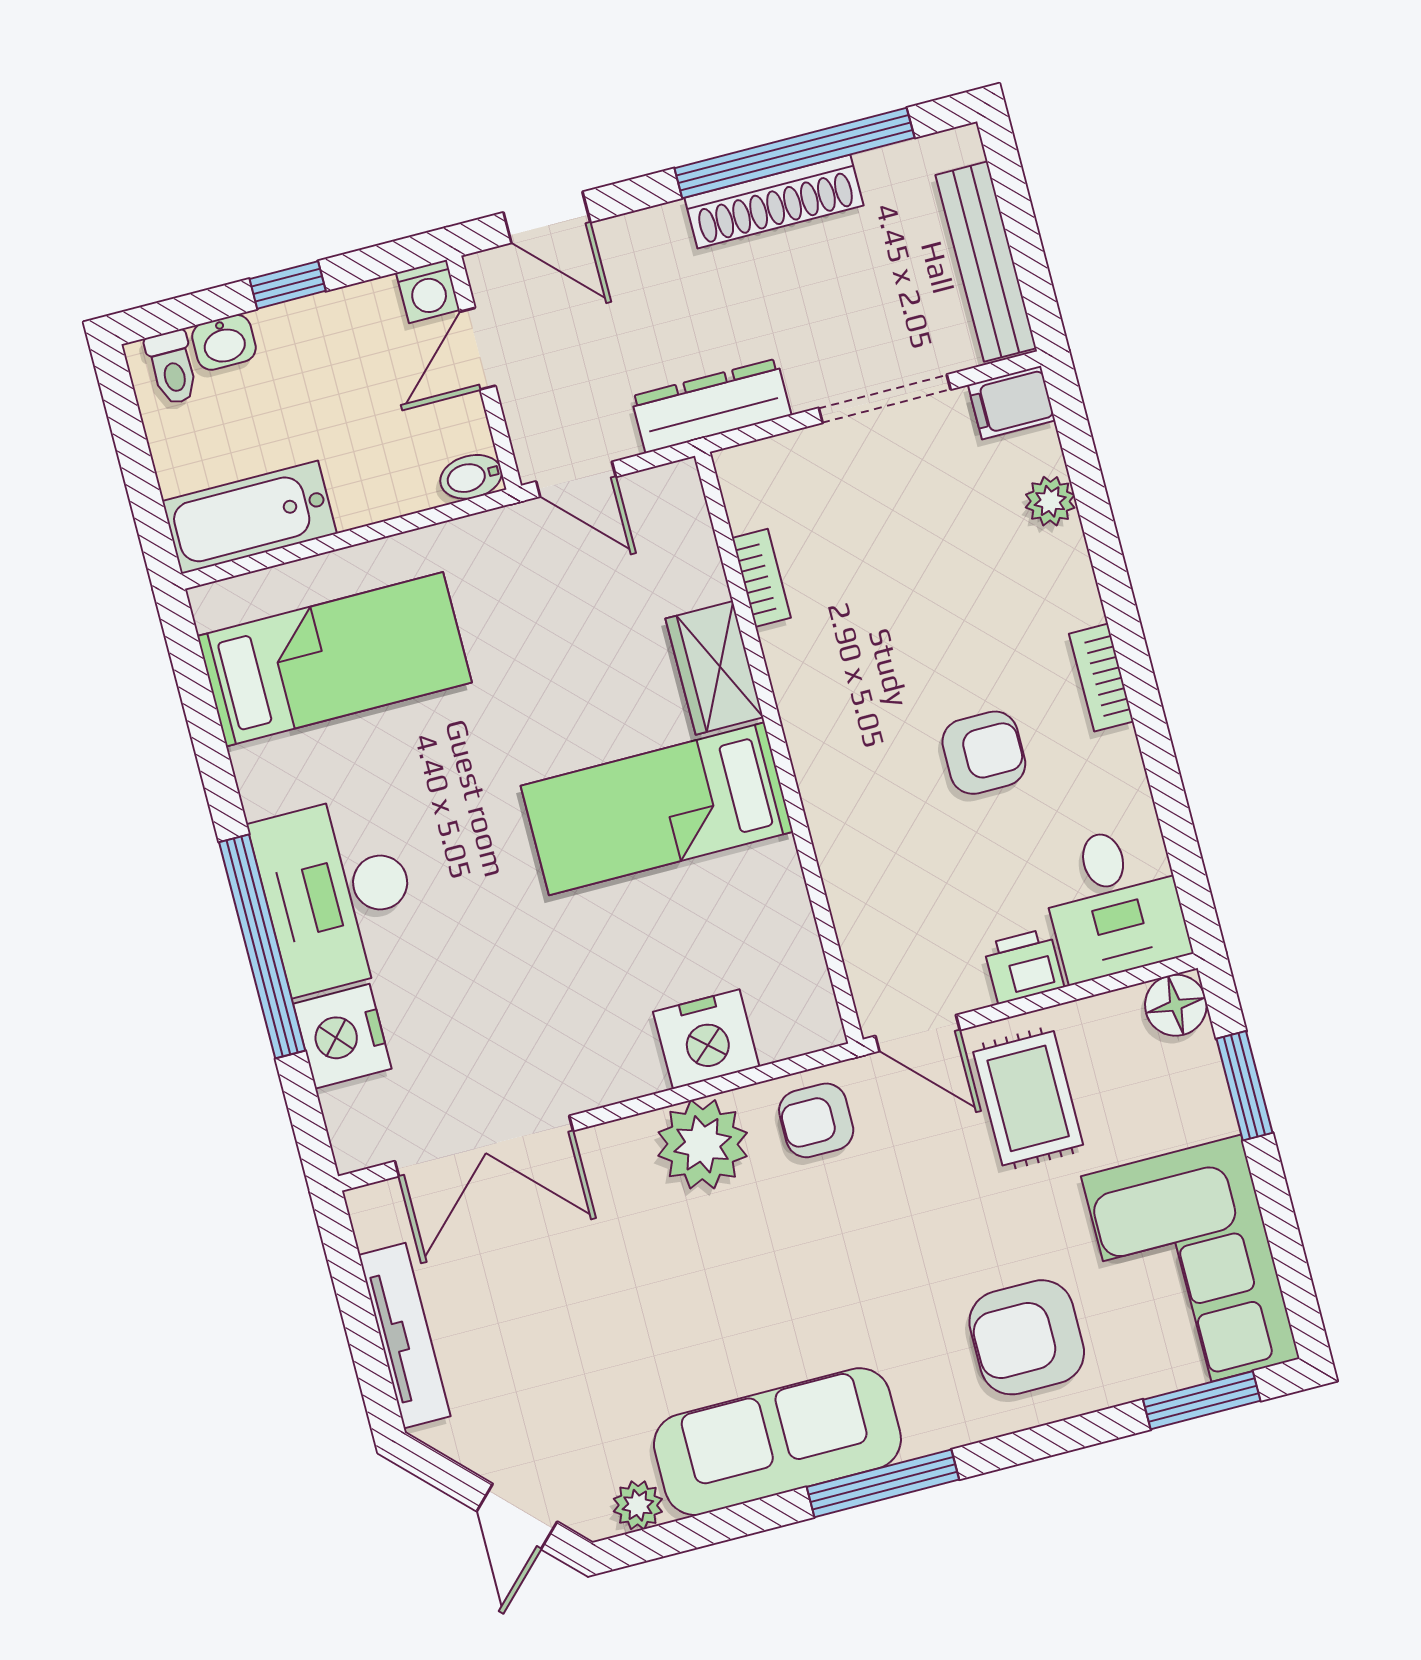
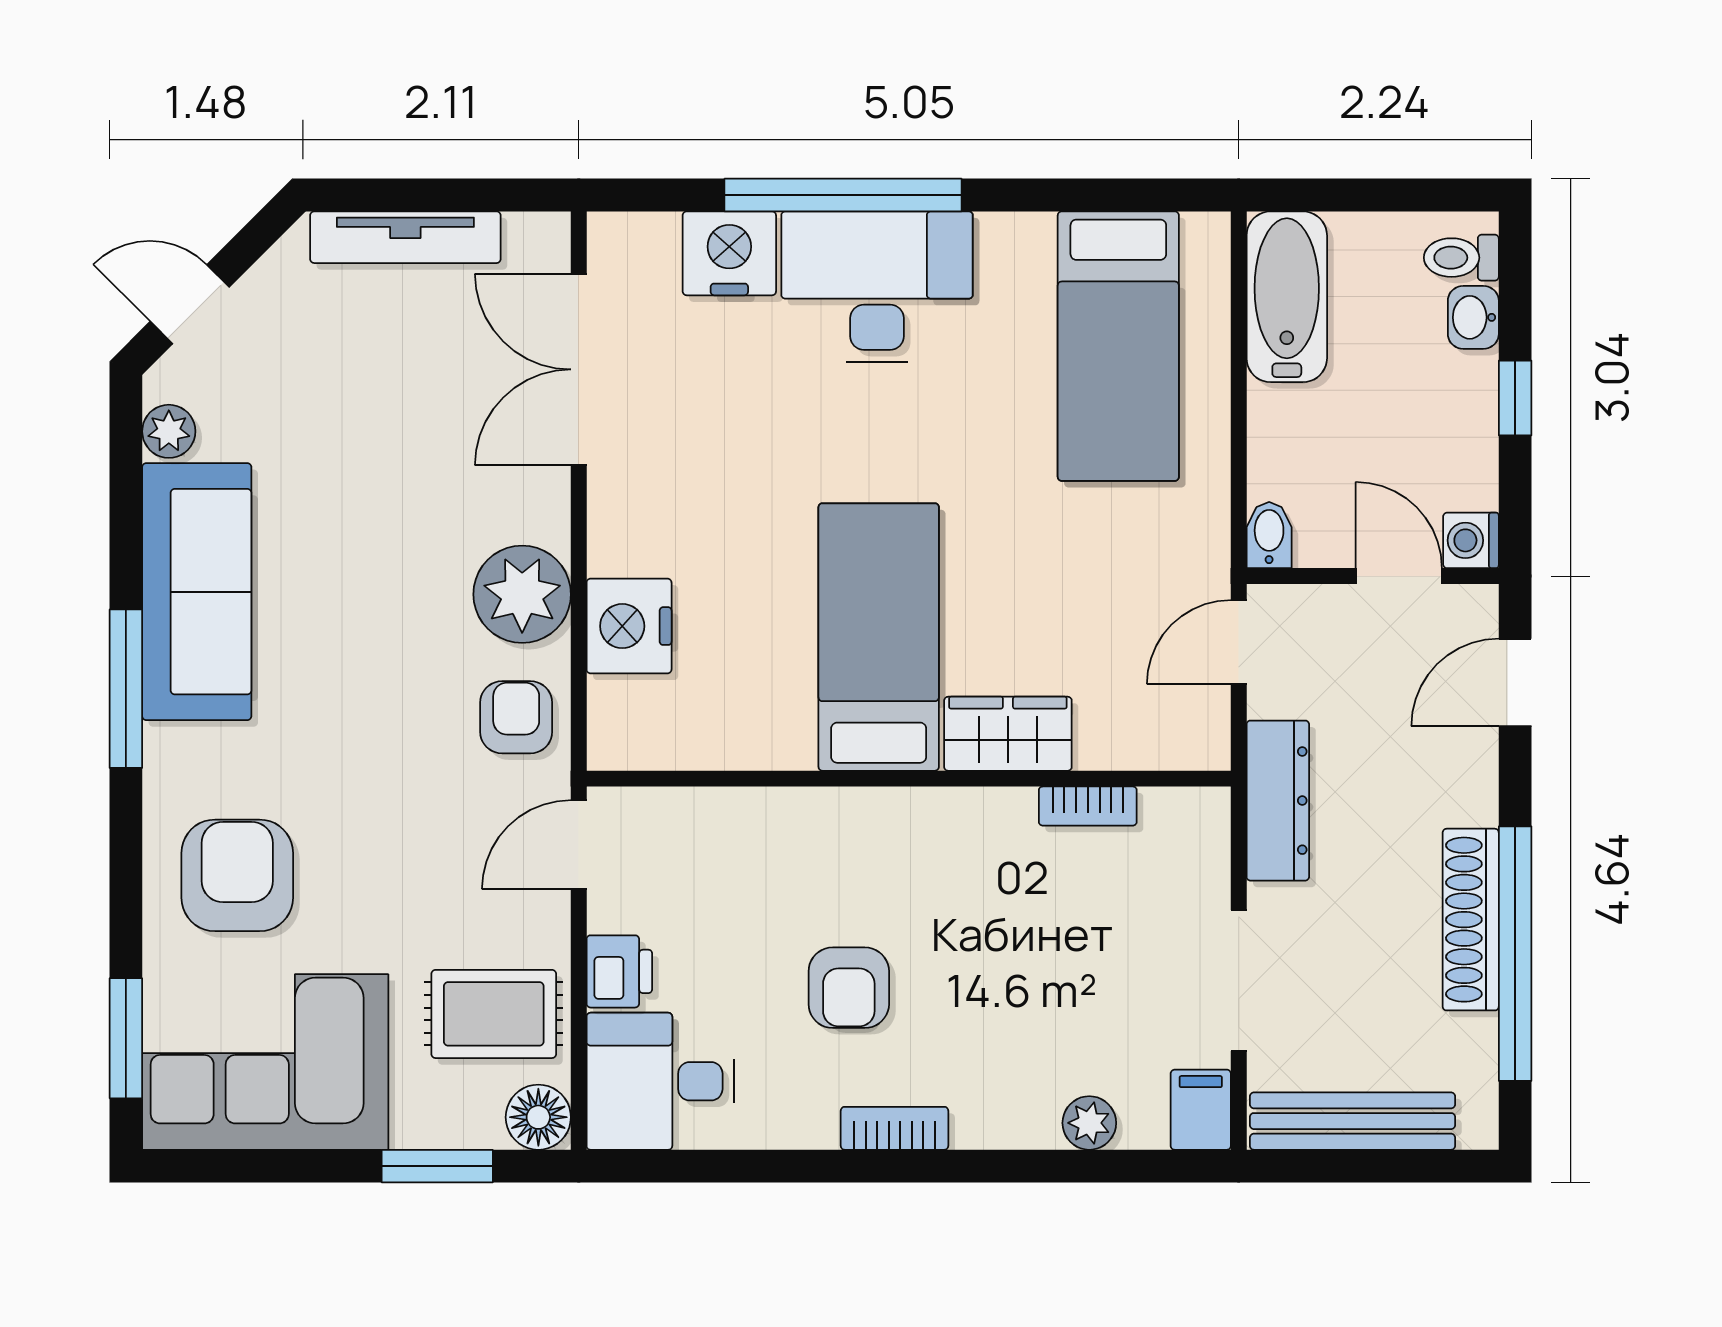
rug: (1028, 1098) -> (494, 1014), moved

